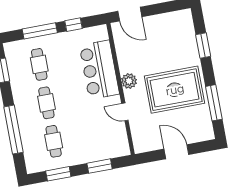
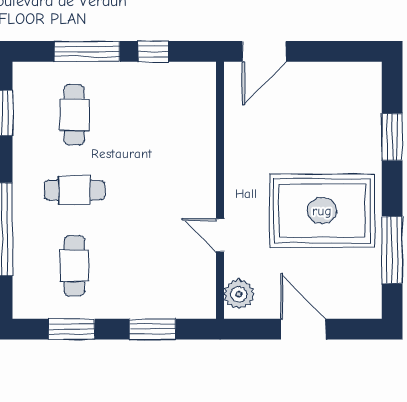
door: (130, 14) -> (264, 51), hinge flipped
bar counter: (99, 70) -> (187, 146), removed
plant: (129, 81) -> (239, 294), moved
cafe table: (46, 103) -> (74, 190), turned 90

